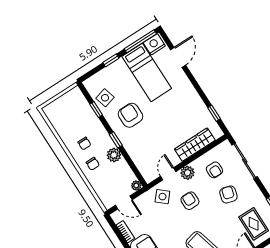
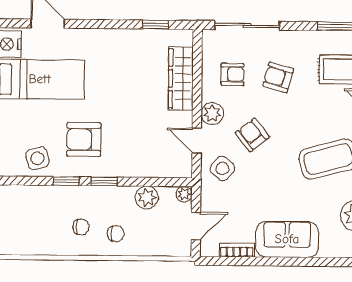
window: (96, 110) -> (66, 181), moved
plant: (114, 155) -> (147, 197), moved
armchair: (190, 201) -> (252, 135), turned 52

